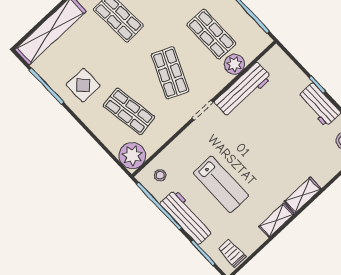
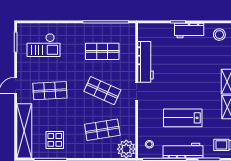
plant: (234, 64) -> (128, 54), removed
display table: (83, 85) -> (55, 140), moved
lab bench: (221, 184) -> (183, 118), turned 180

